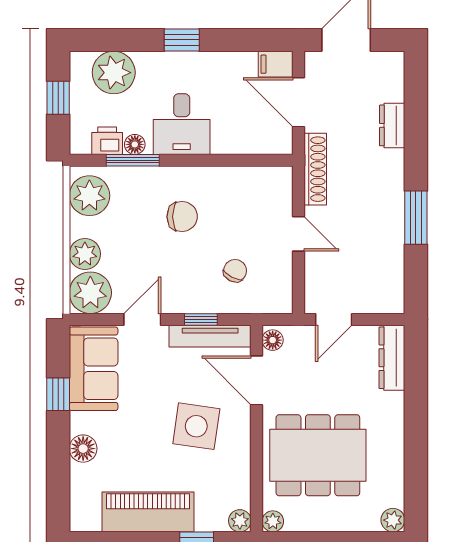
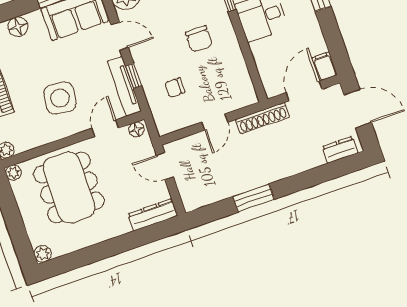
dresser: (392, 125) -> (340, 150), moved
chair: (235, 271) -> (175, 88), turned 153
door: (257, 380) -> (105, 128), width x0.73

